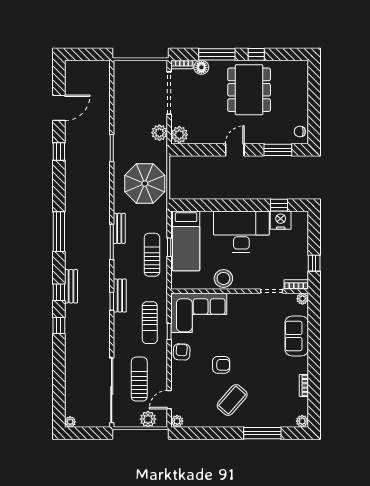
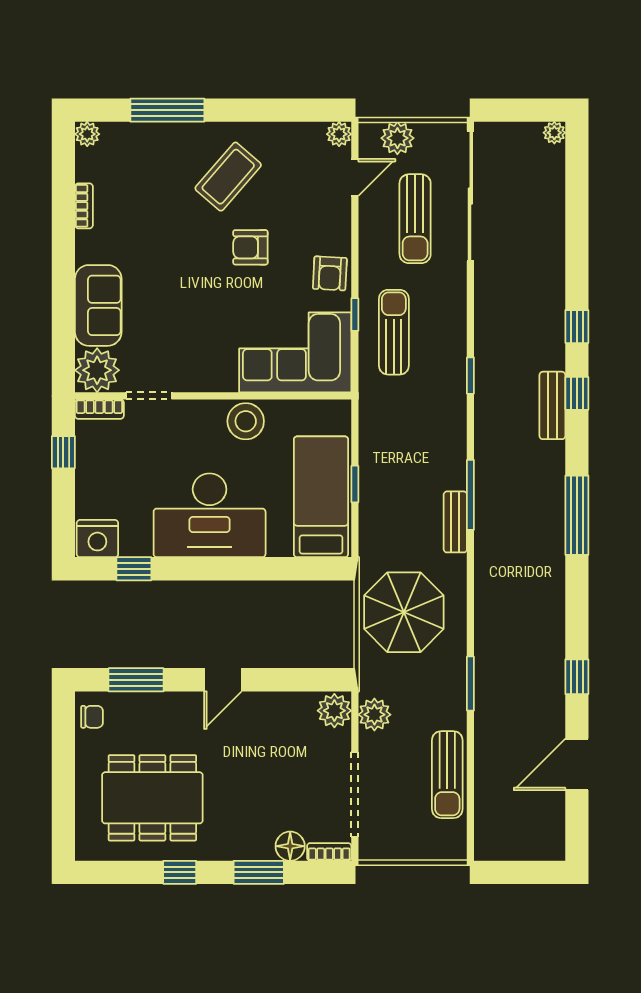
window: (217, 54) -> (259, 872), width x0.69
dining table: (249, 90) -> (152, 798), moved, turned 90
nightstand: (281, 220) -> (97, 539), moved
sun lounger: (152, 255) -> (447, 775), moved
bench: (120, 295) -> (454, 387), removed
plant: (302, 299) -> (97, 370), width x1.88, depth x1.88

